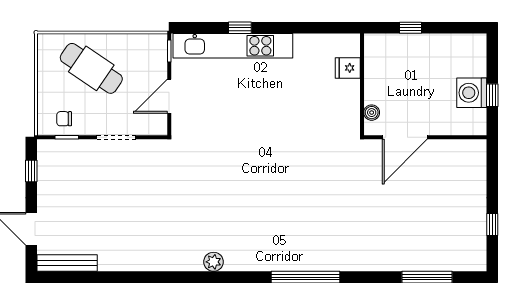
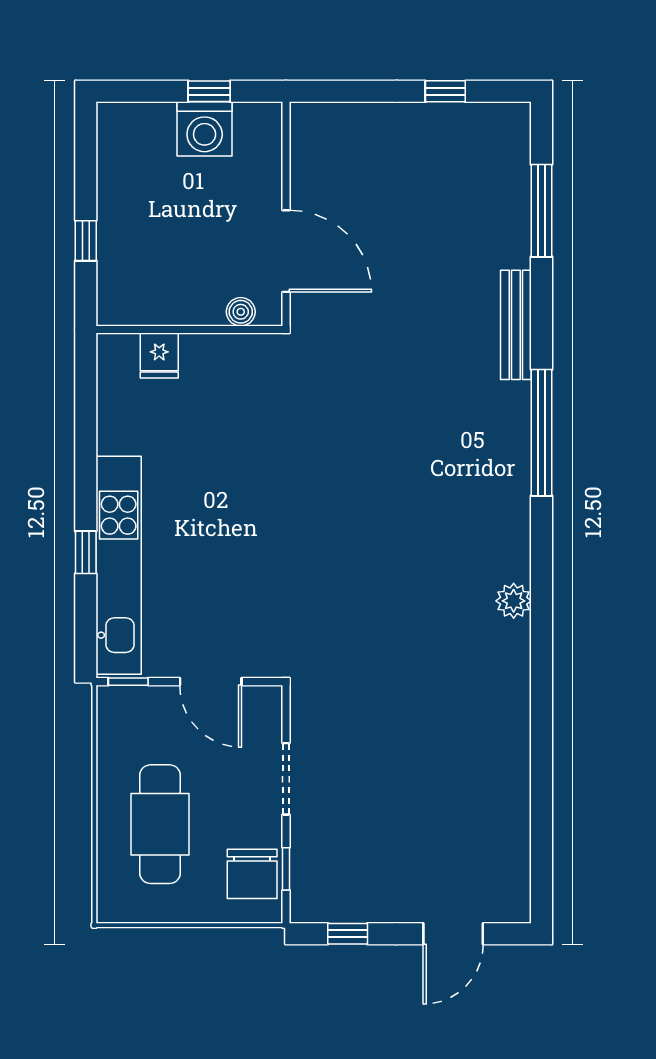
cafe table: (91, 68) -> (160, 824), turned -34
chair: (64, 119) -> (252, 874), width x1.87, depth x1.87
bench: (67, 263) -> (516, 325), moved

